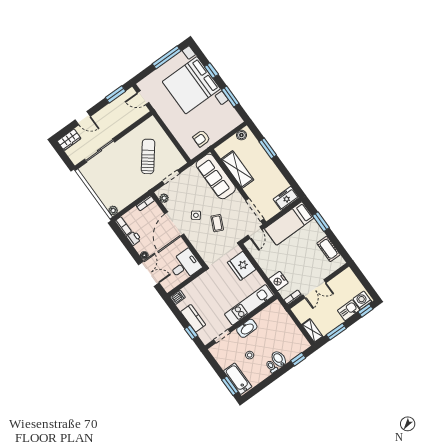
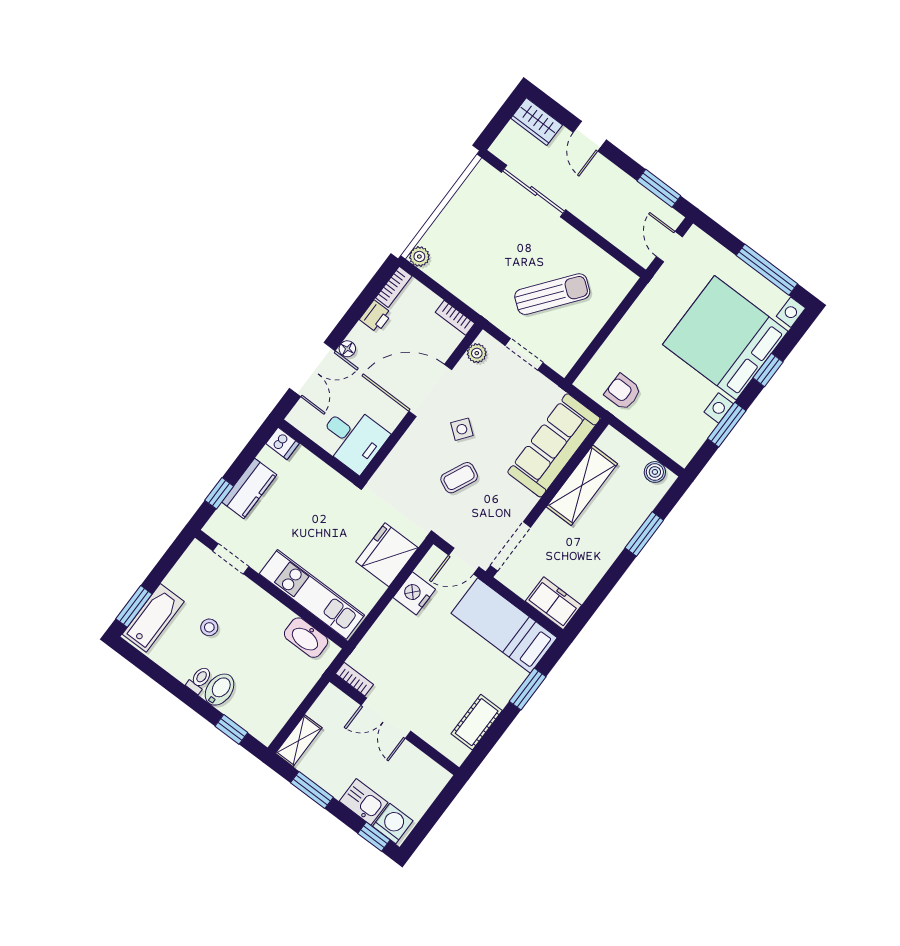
nightstand: (278, 281) -> (414, 593), moved
washbasin: (247, 328) -> (306, 638), moved

